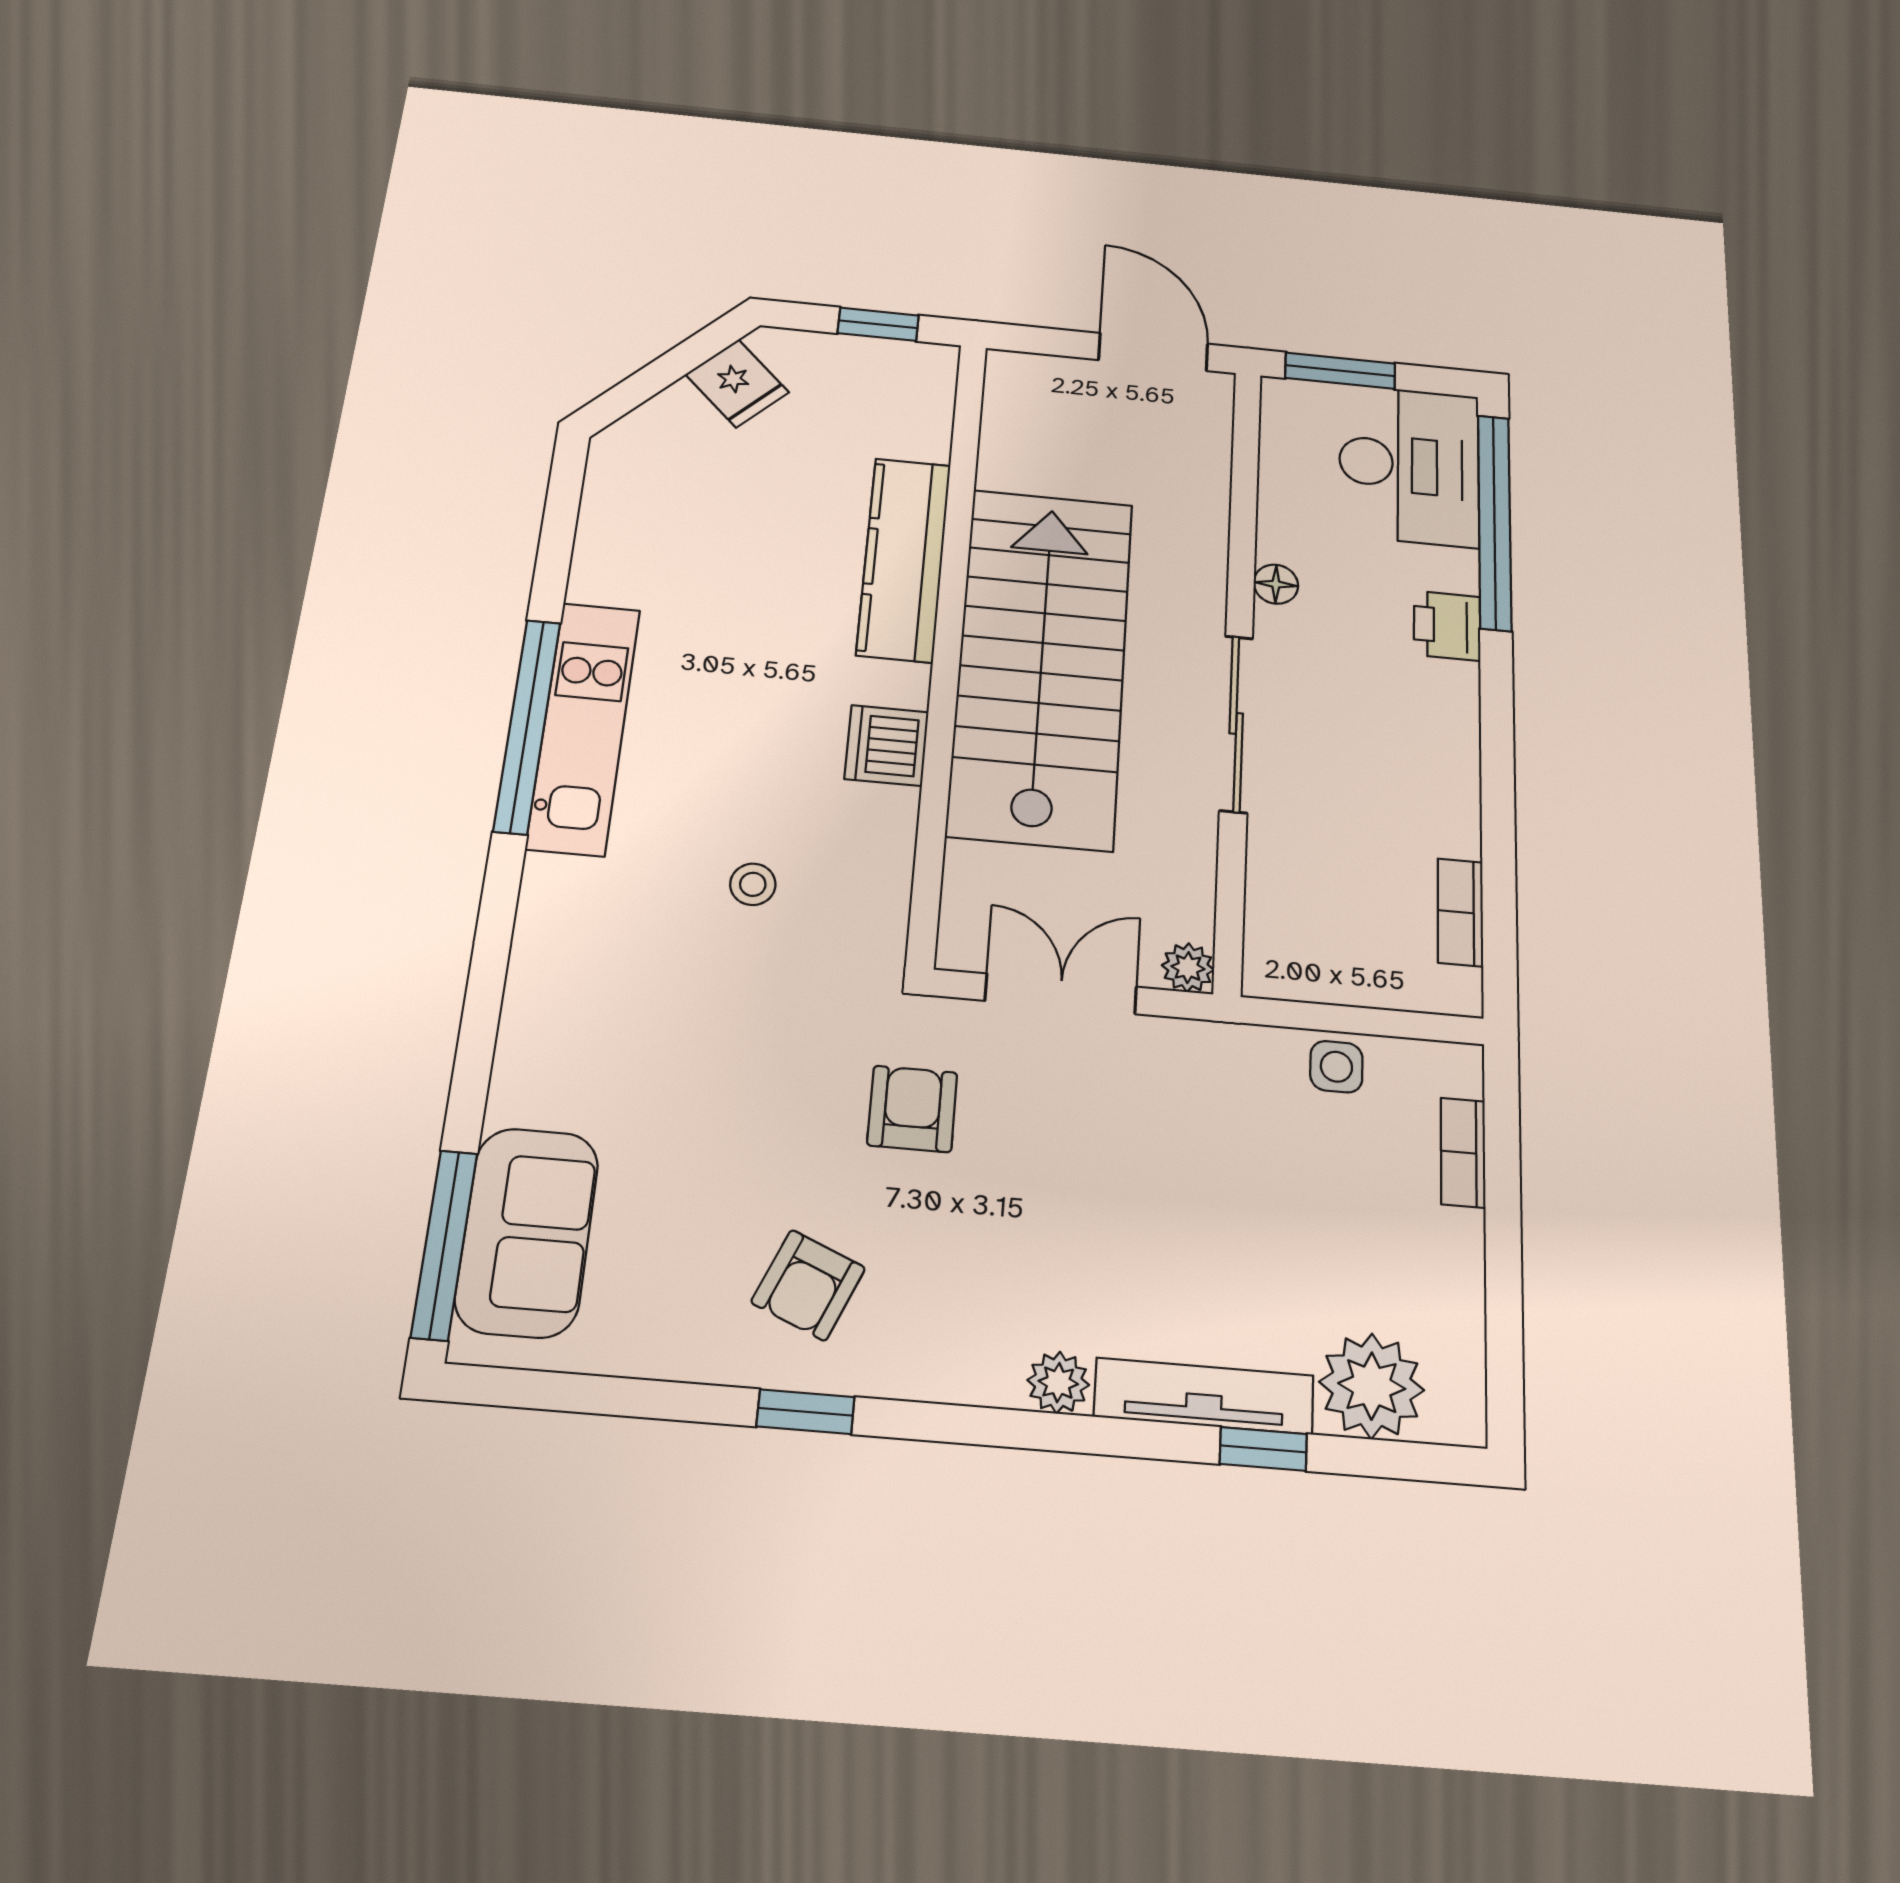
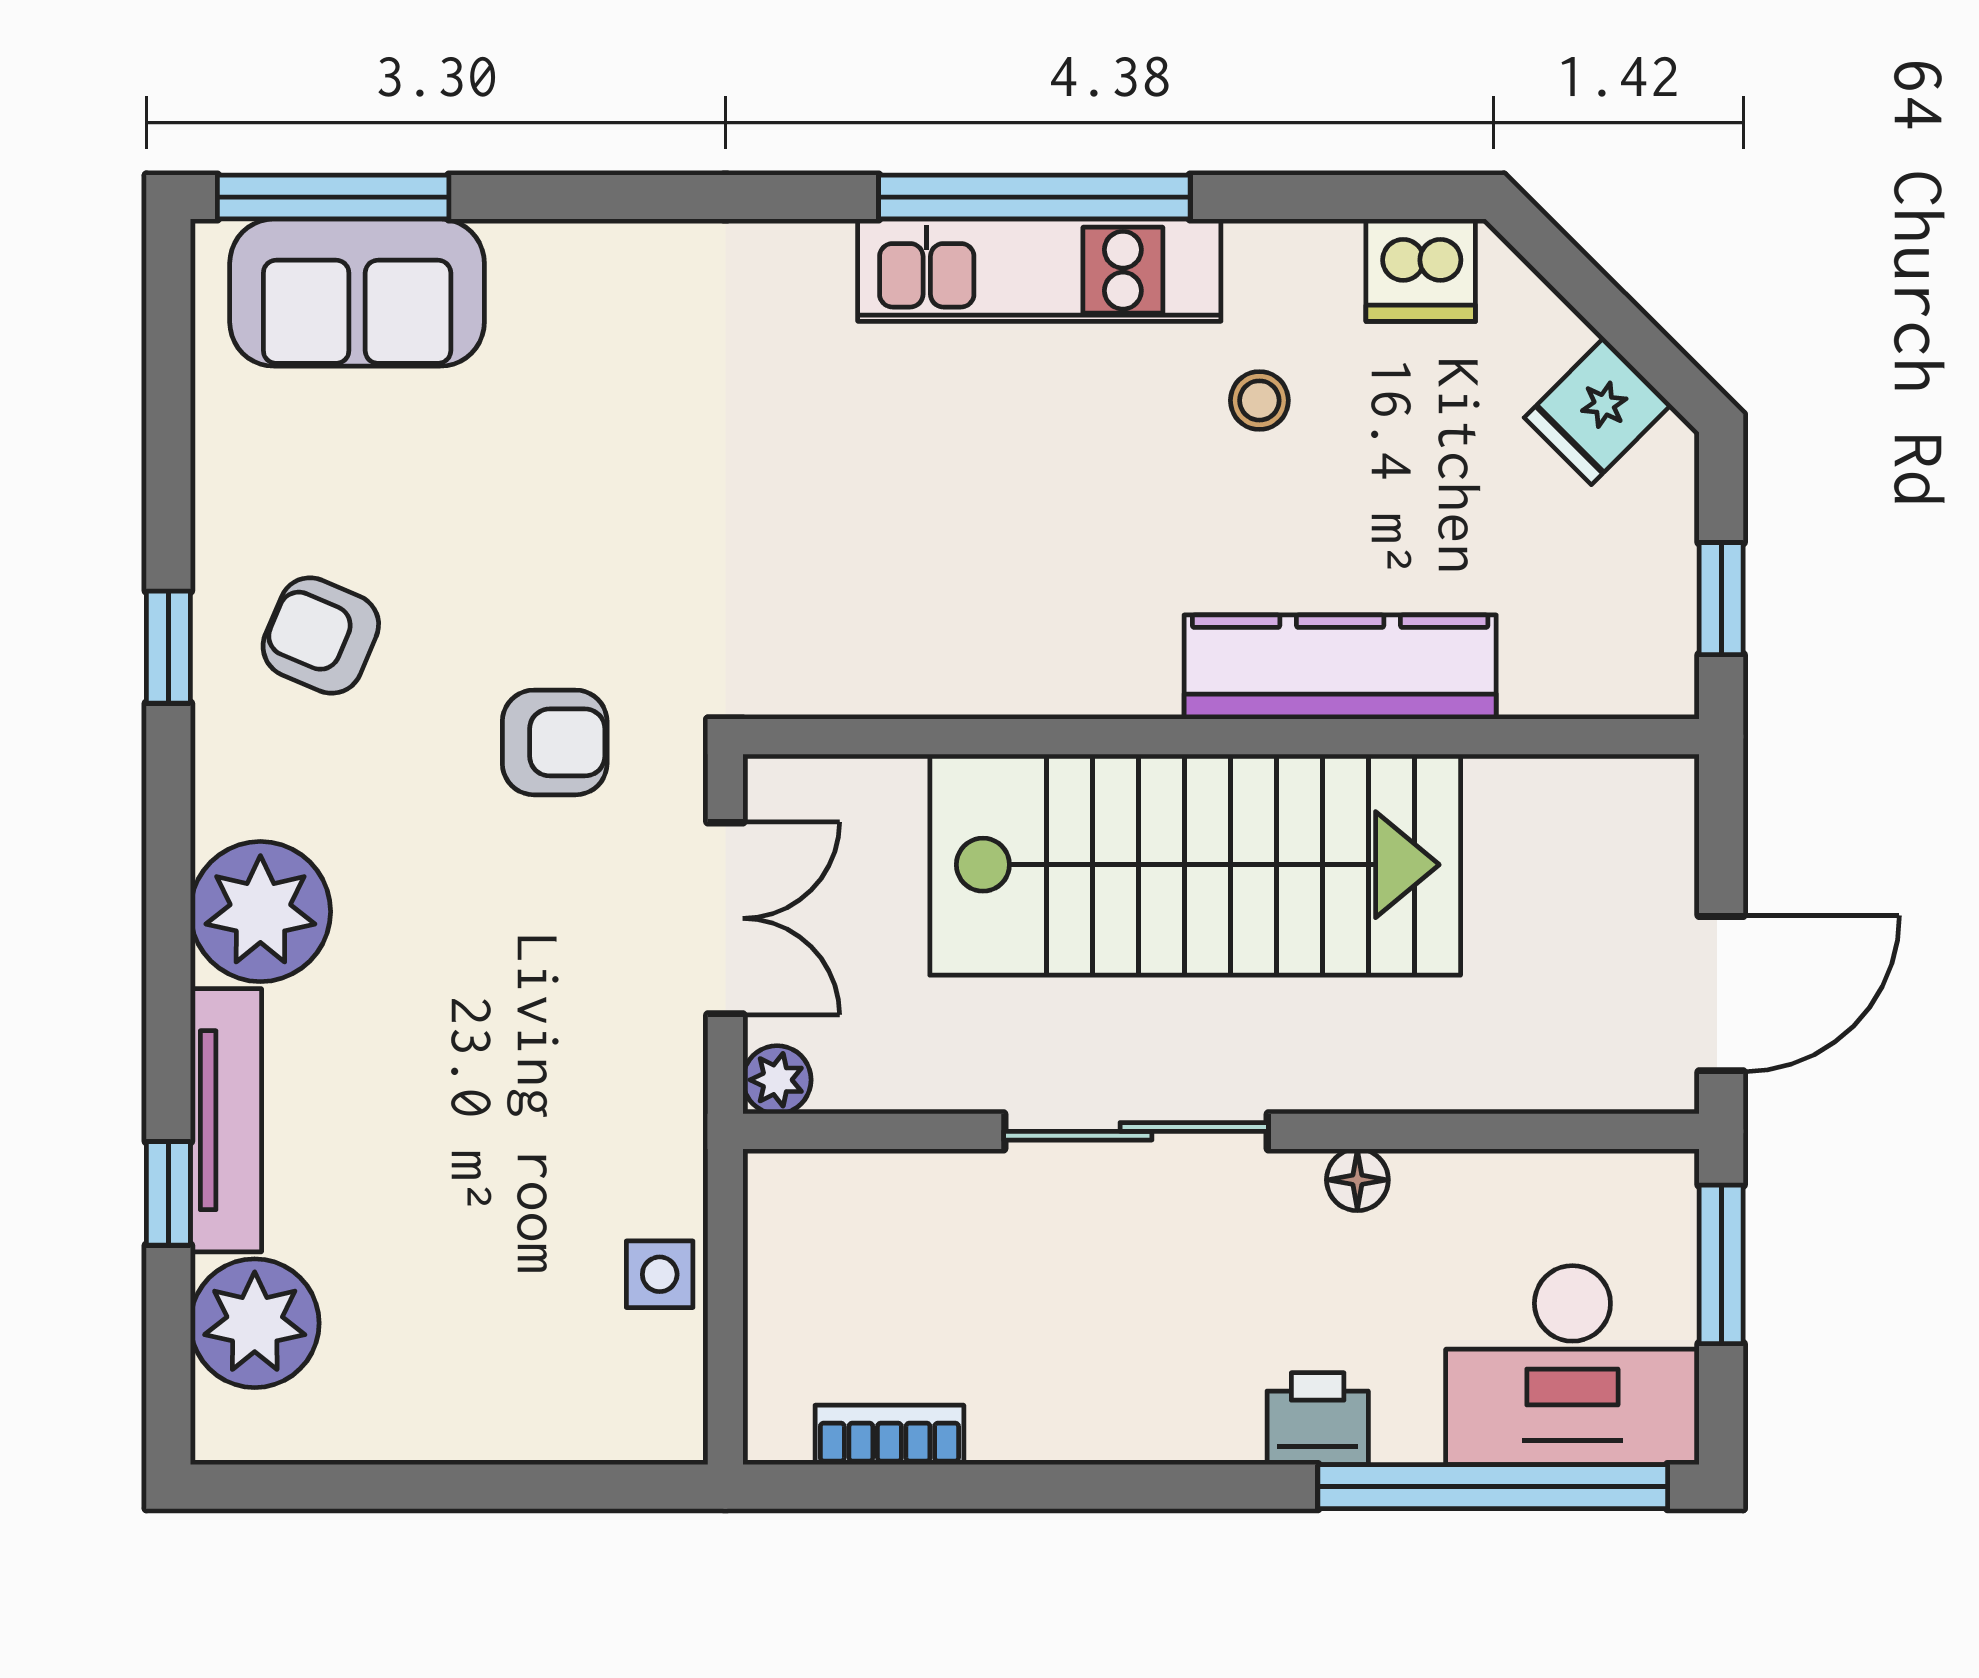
dishwasher: (887, 745) -> (1421, 270), moved, turned 180
stool: (753, 884) -> (1259, 400), moved
bookcase: (1463, 1152) -> (560, 1437), removed
plant: (1058, 1383) -> (260, 912), width x1.87, depth x1.87

